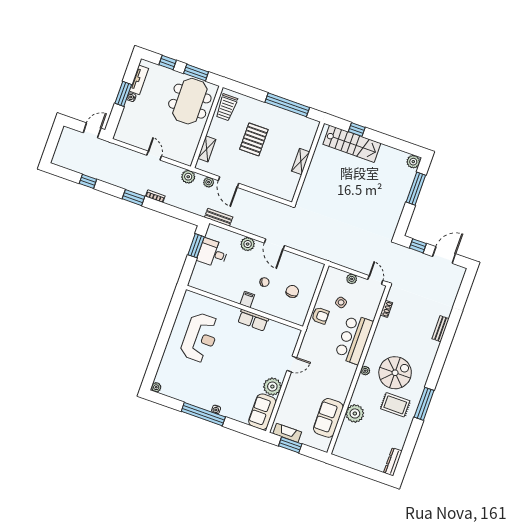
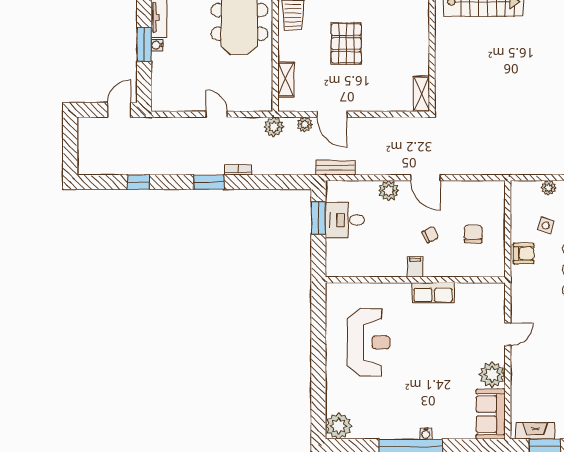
shelving: (301, 161) -> (421, 94), moved
plant: (156, 387) -> (339, 426), width x1.88, depth x1.88

